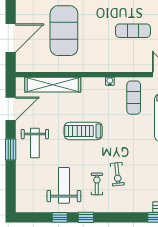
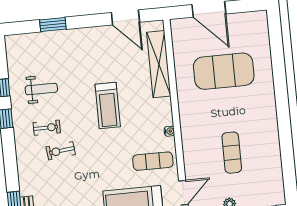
treadmill: (83, 131) -> (108, 105), turned 180
weight bench: (35, 143) -> (88, 50), removed
window: (11, 149) -> (53, 25), moved
weight bench: (64, 185) -> (41, 89), width x0.73, depth x0.75

